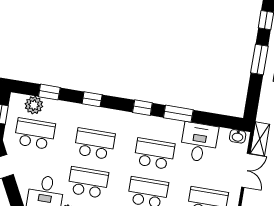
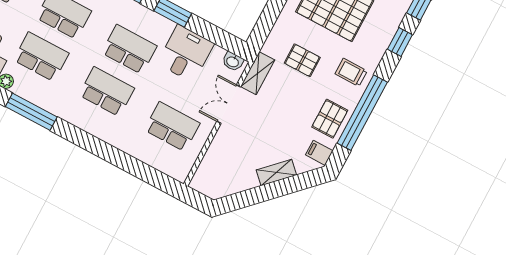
double door: (246, 170) -> (229, 104), swing flipped

